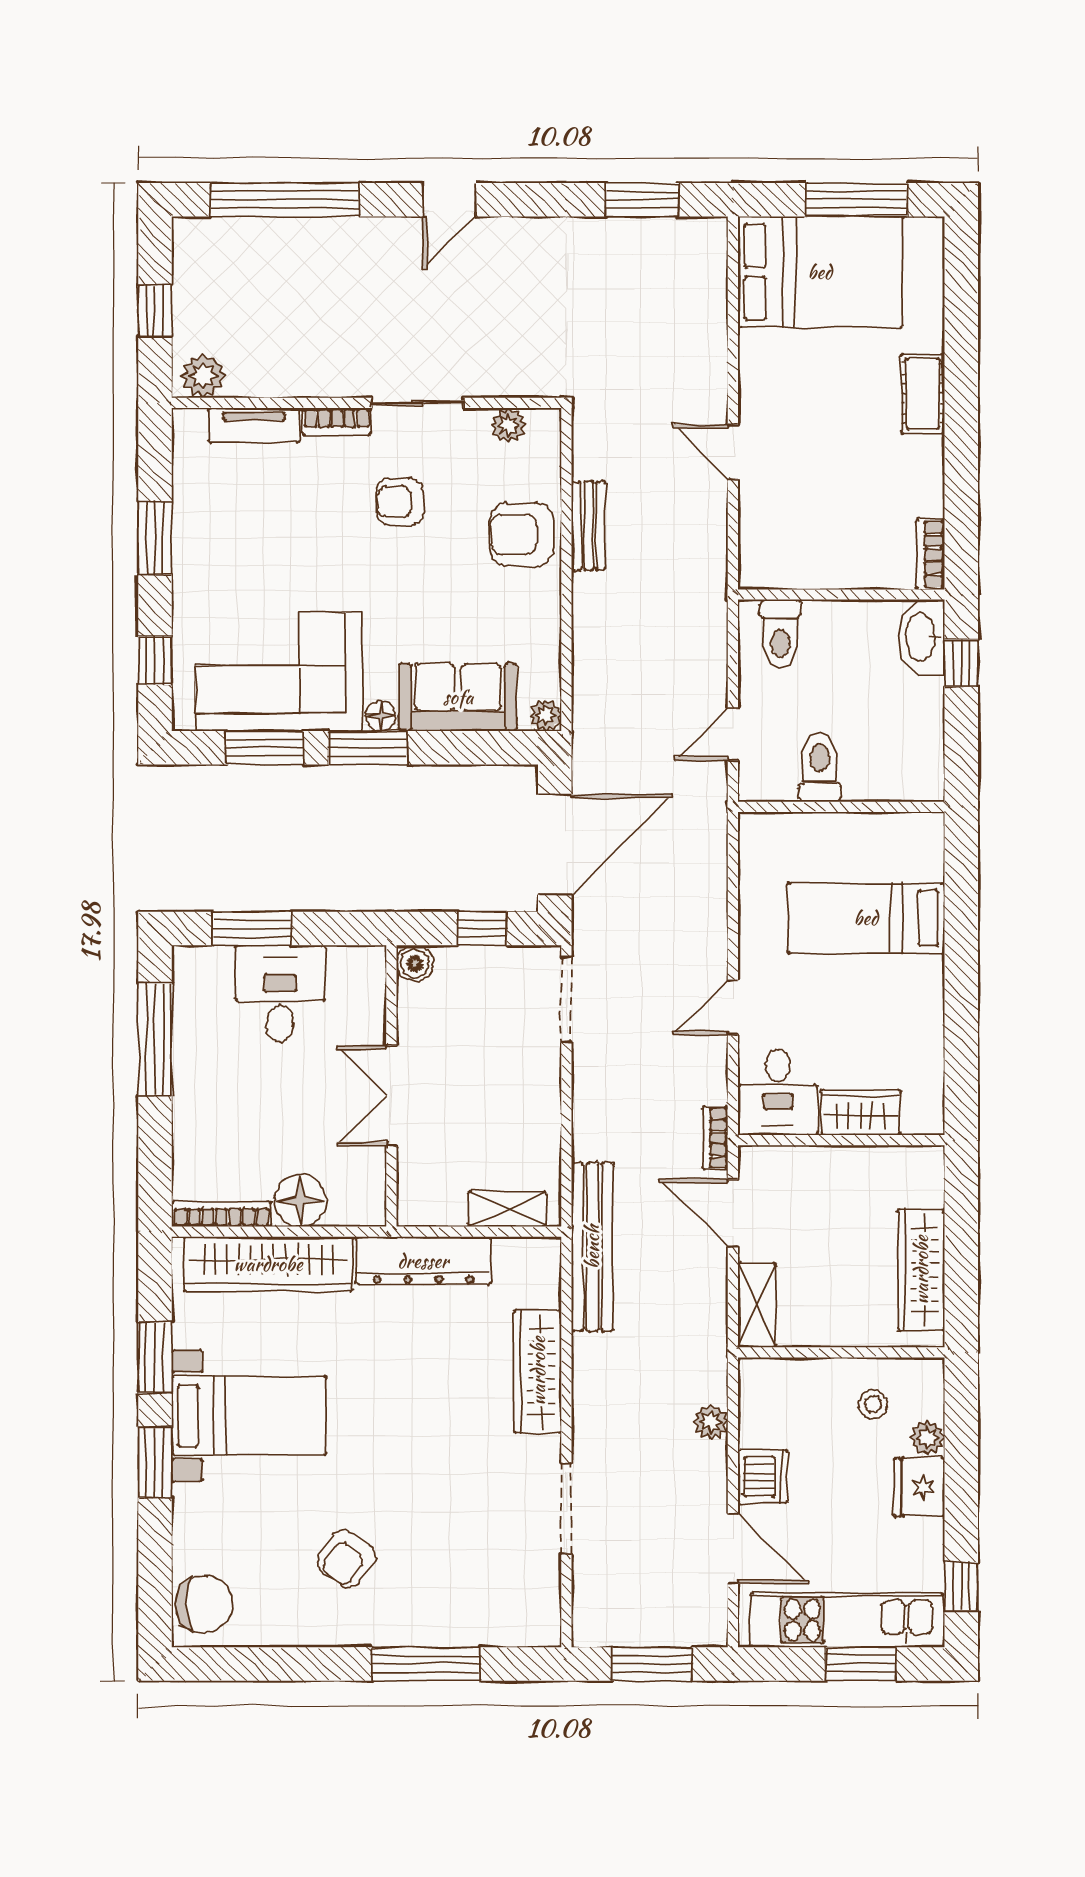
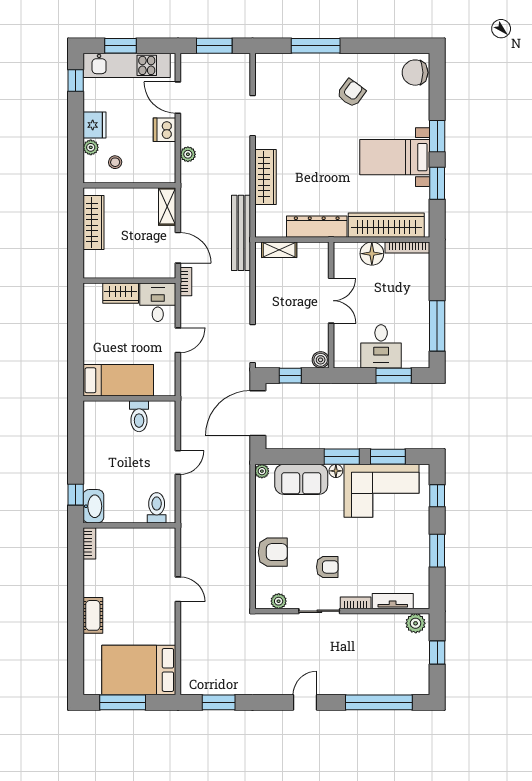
bench: (588, 526) -> (243, 556), removed
toilet: (820, 767) -> (139, 416), moved
wall: (841, 807) -> (129, 398), moved

